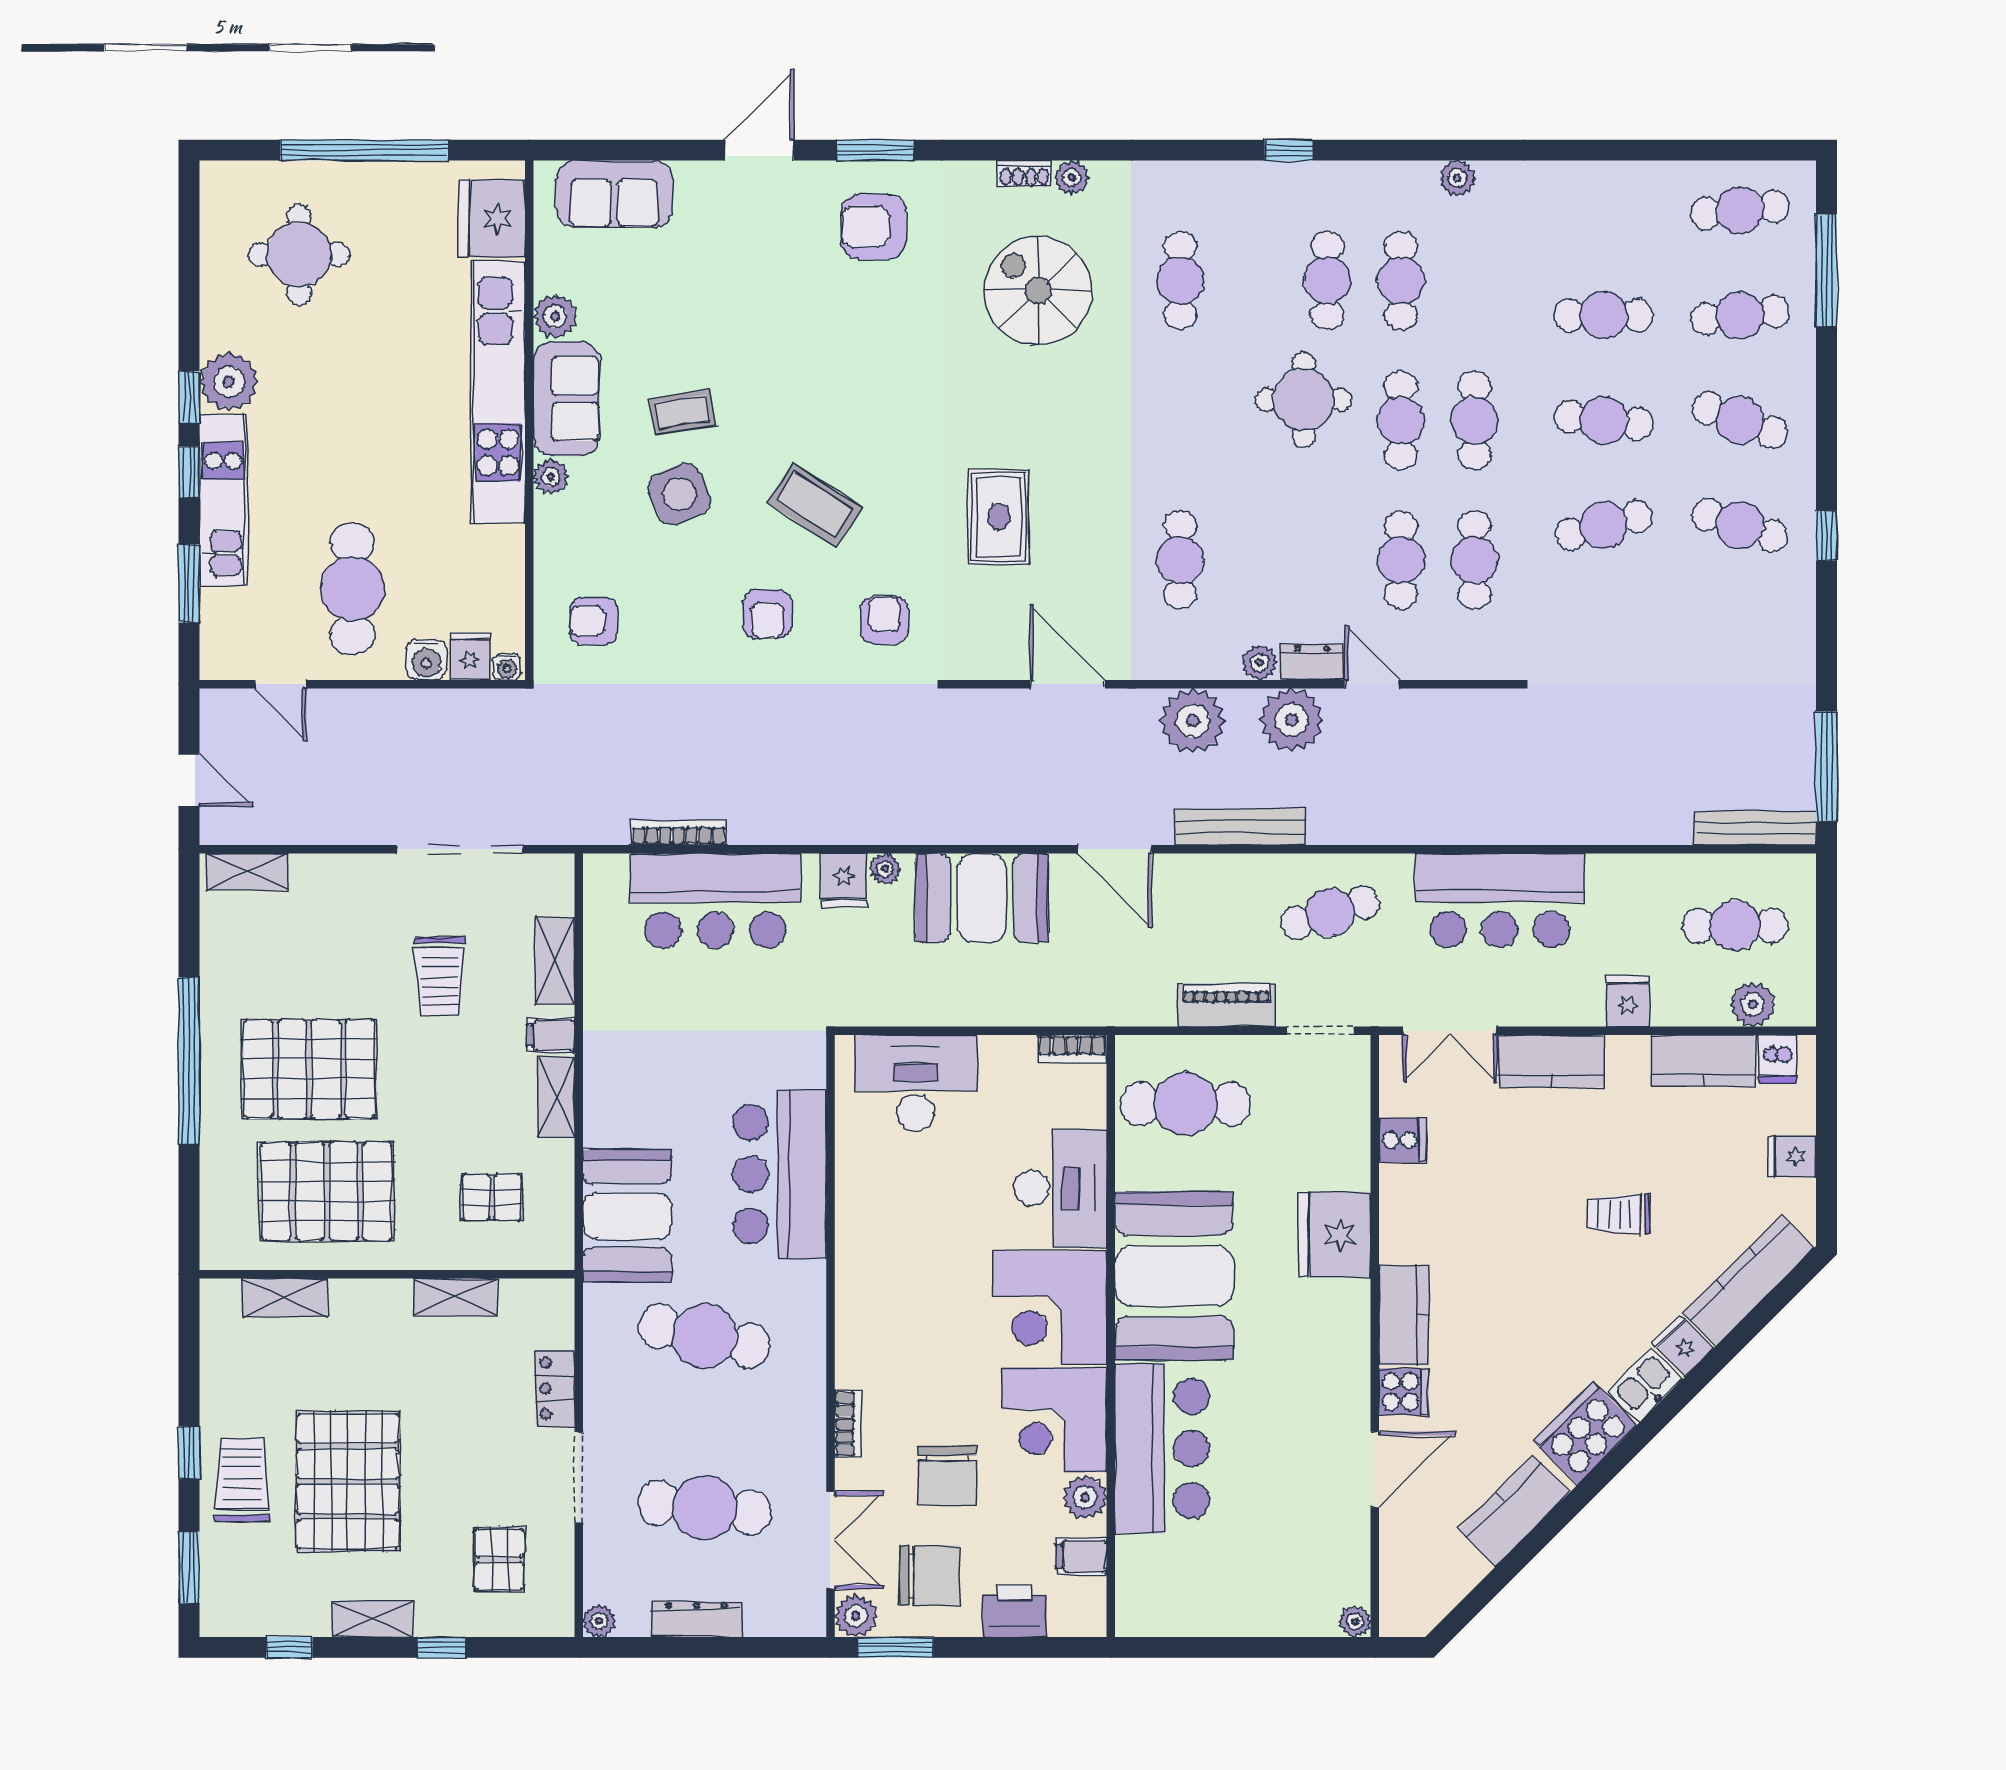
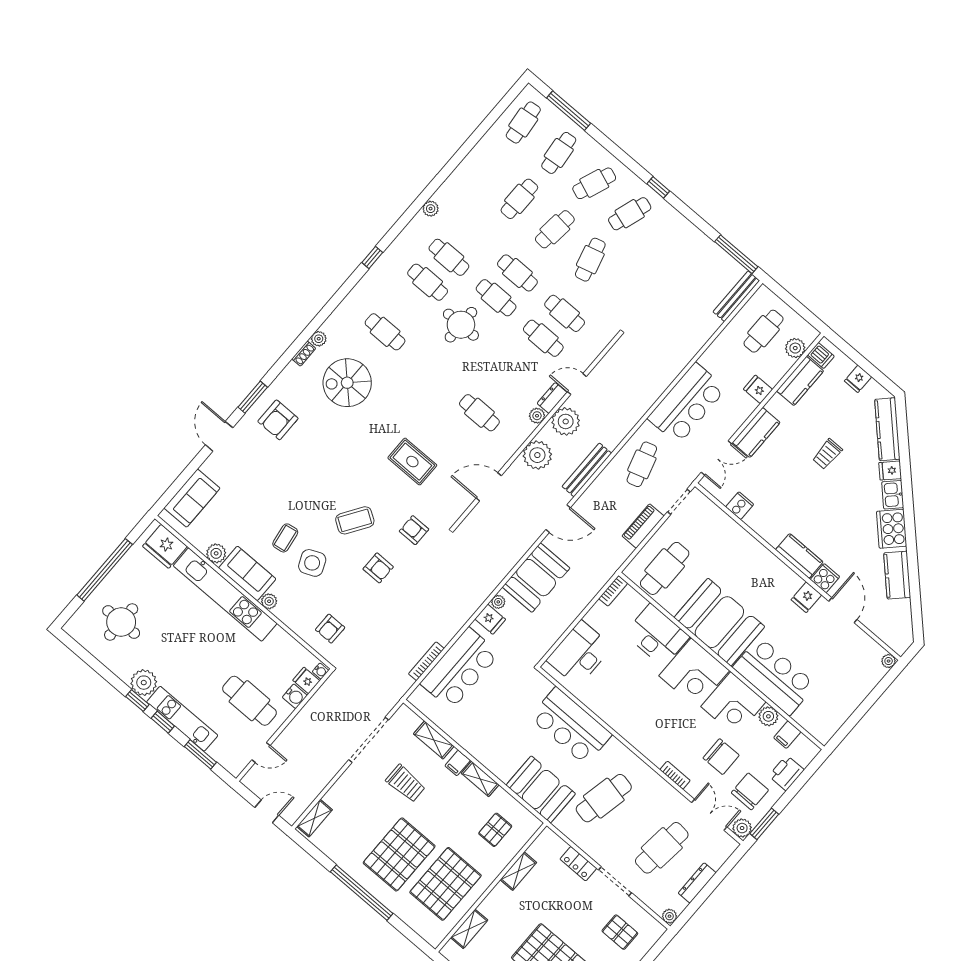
fridge: (1335, 1235) -> (806, 597), moved, width x0.53, depth x0.75

